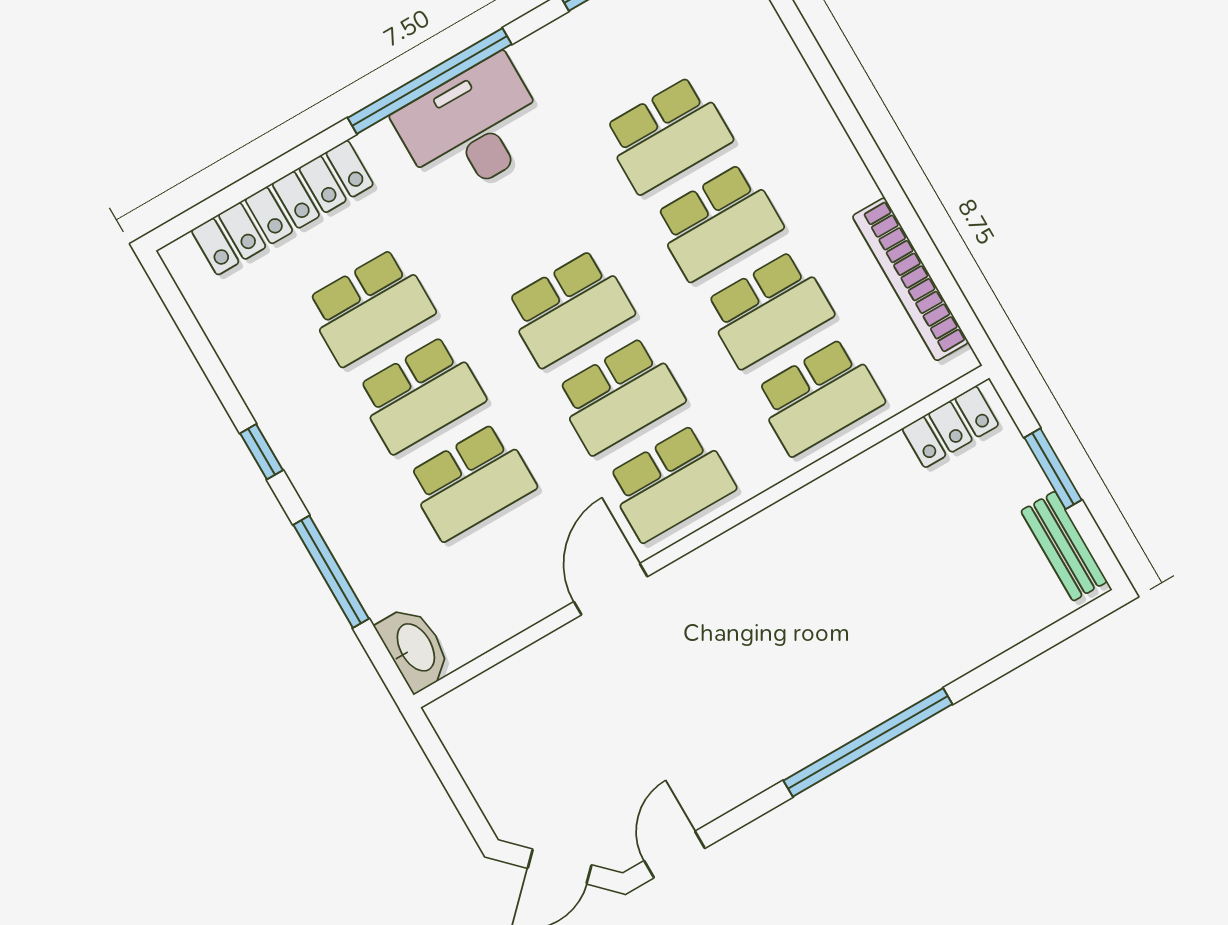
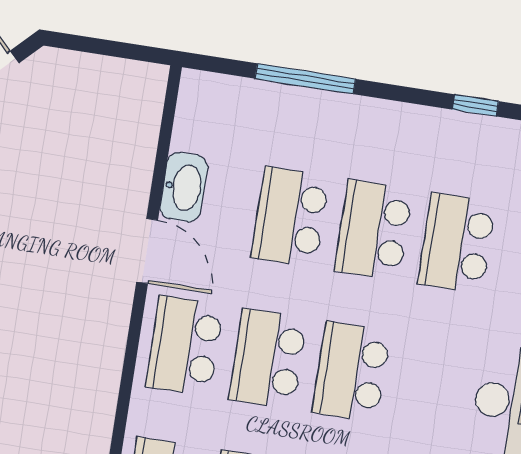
window: (262, 452) -> (476, 105), moved
washbasin: (415, 648) -> (184, 187), moved, turned -90

